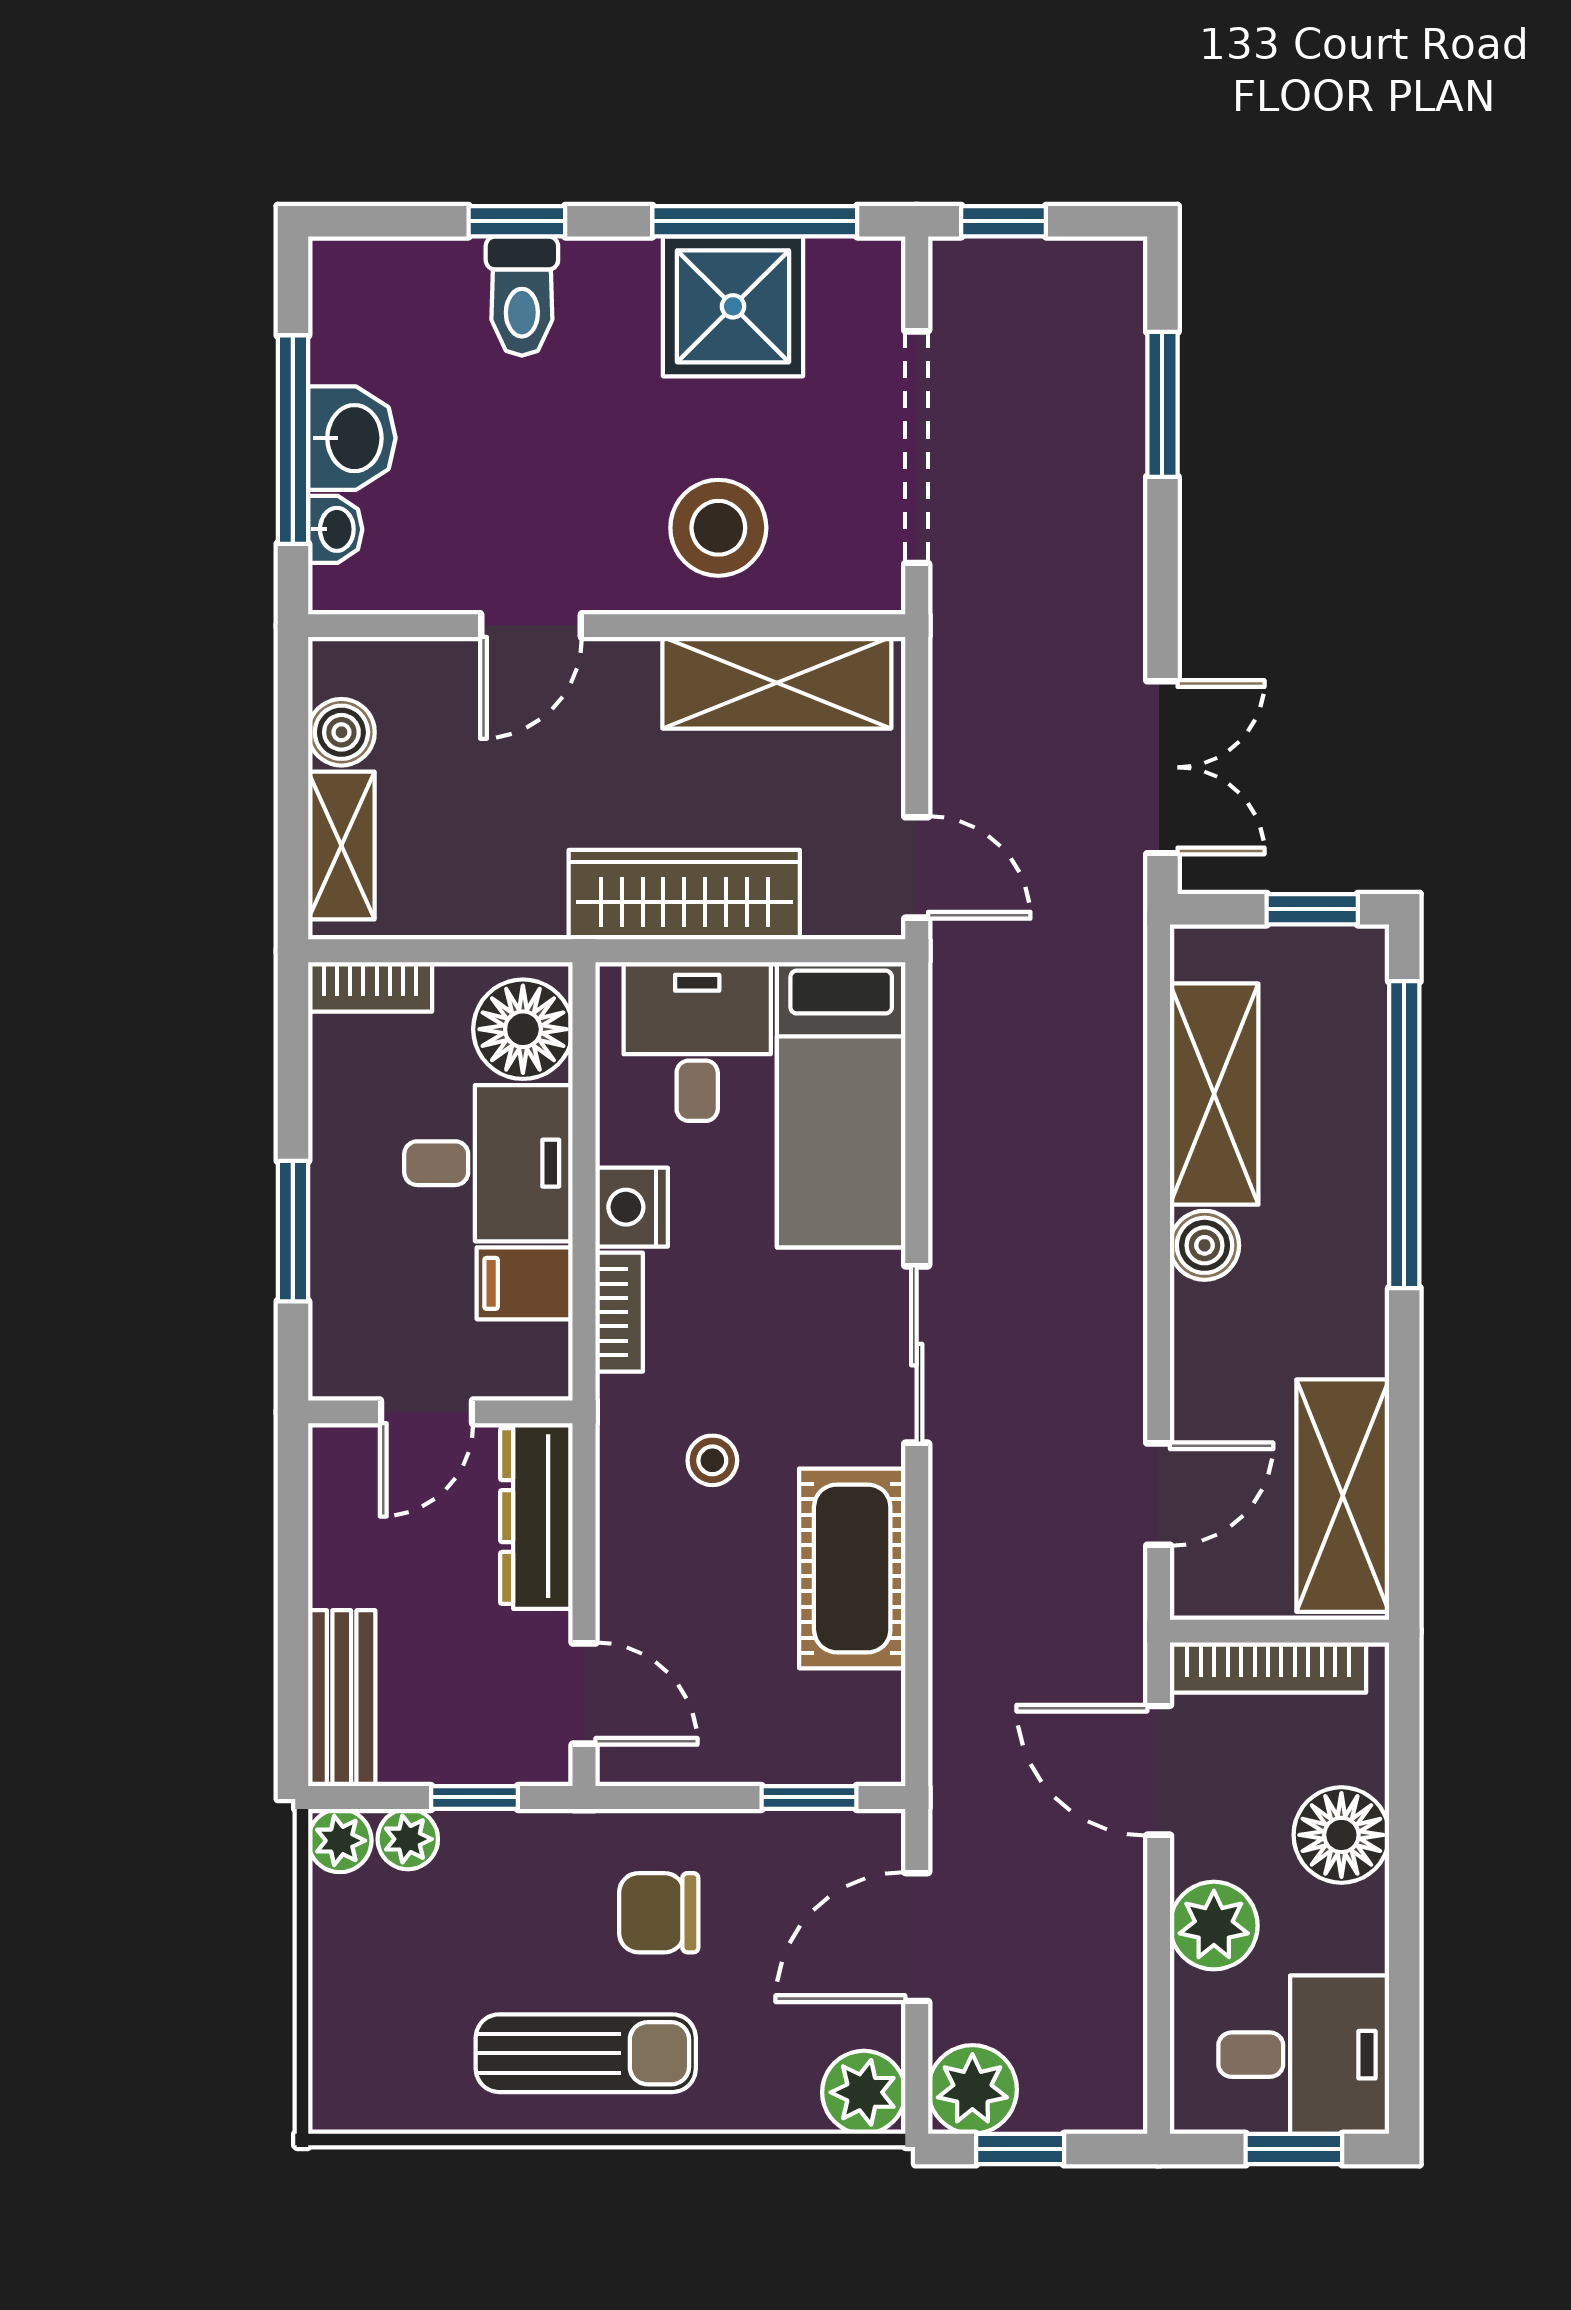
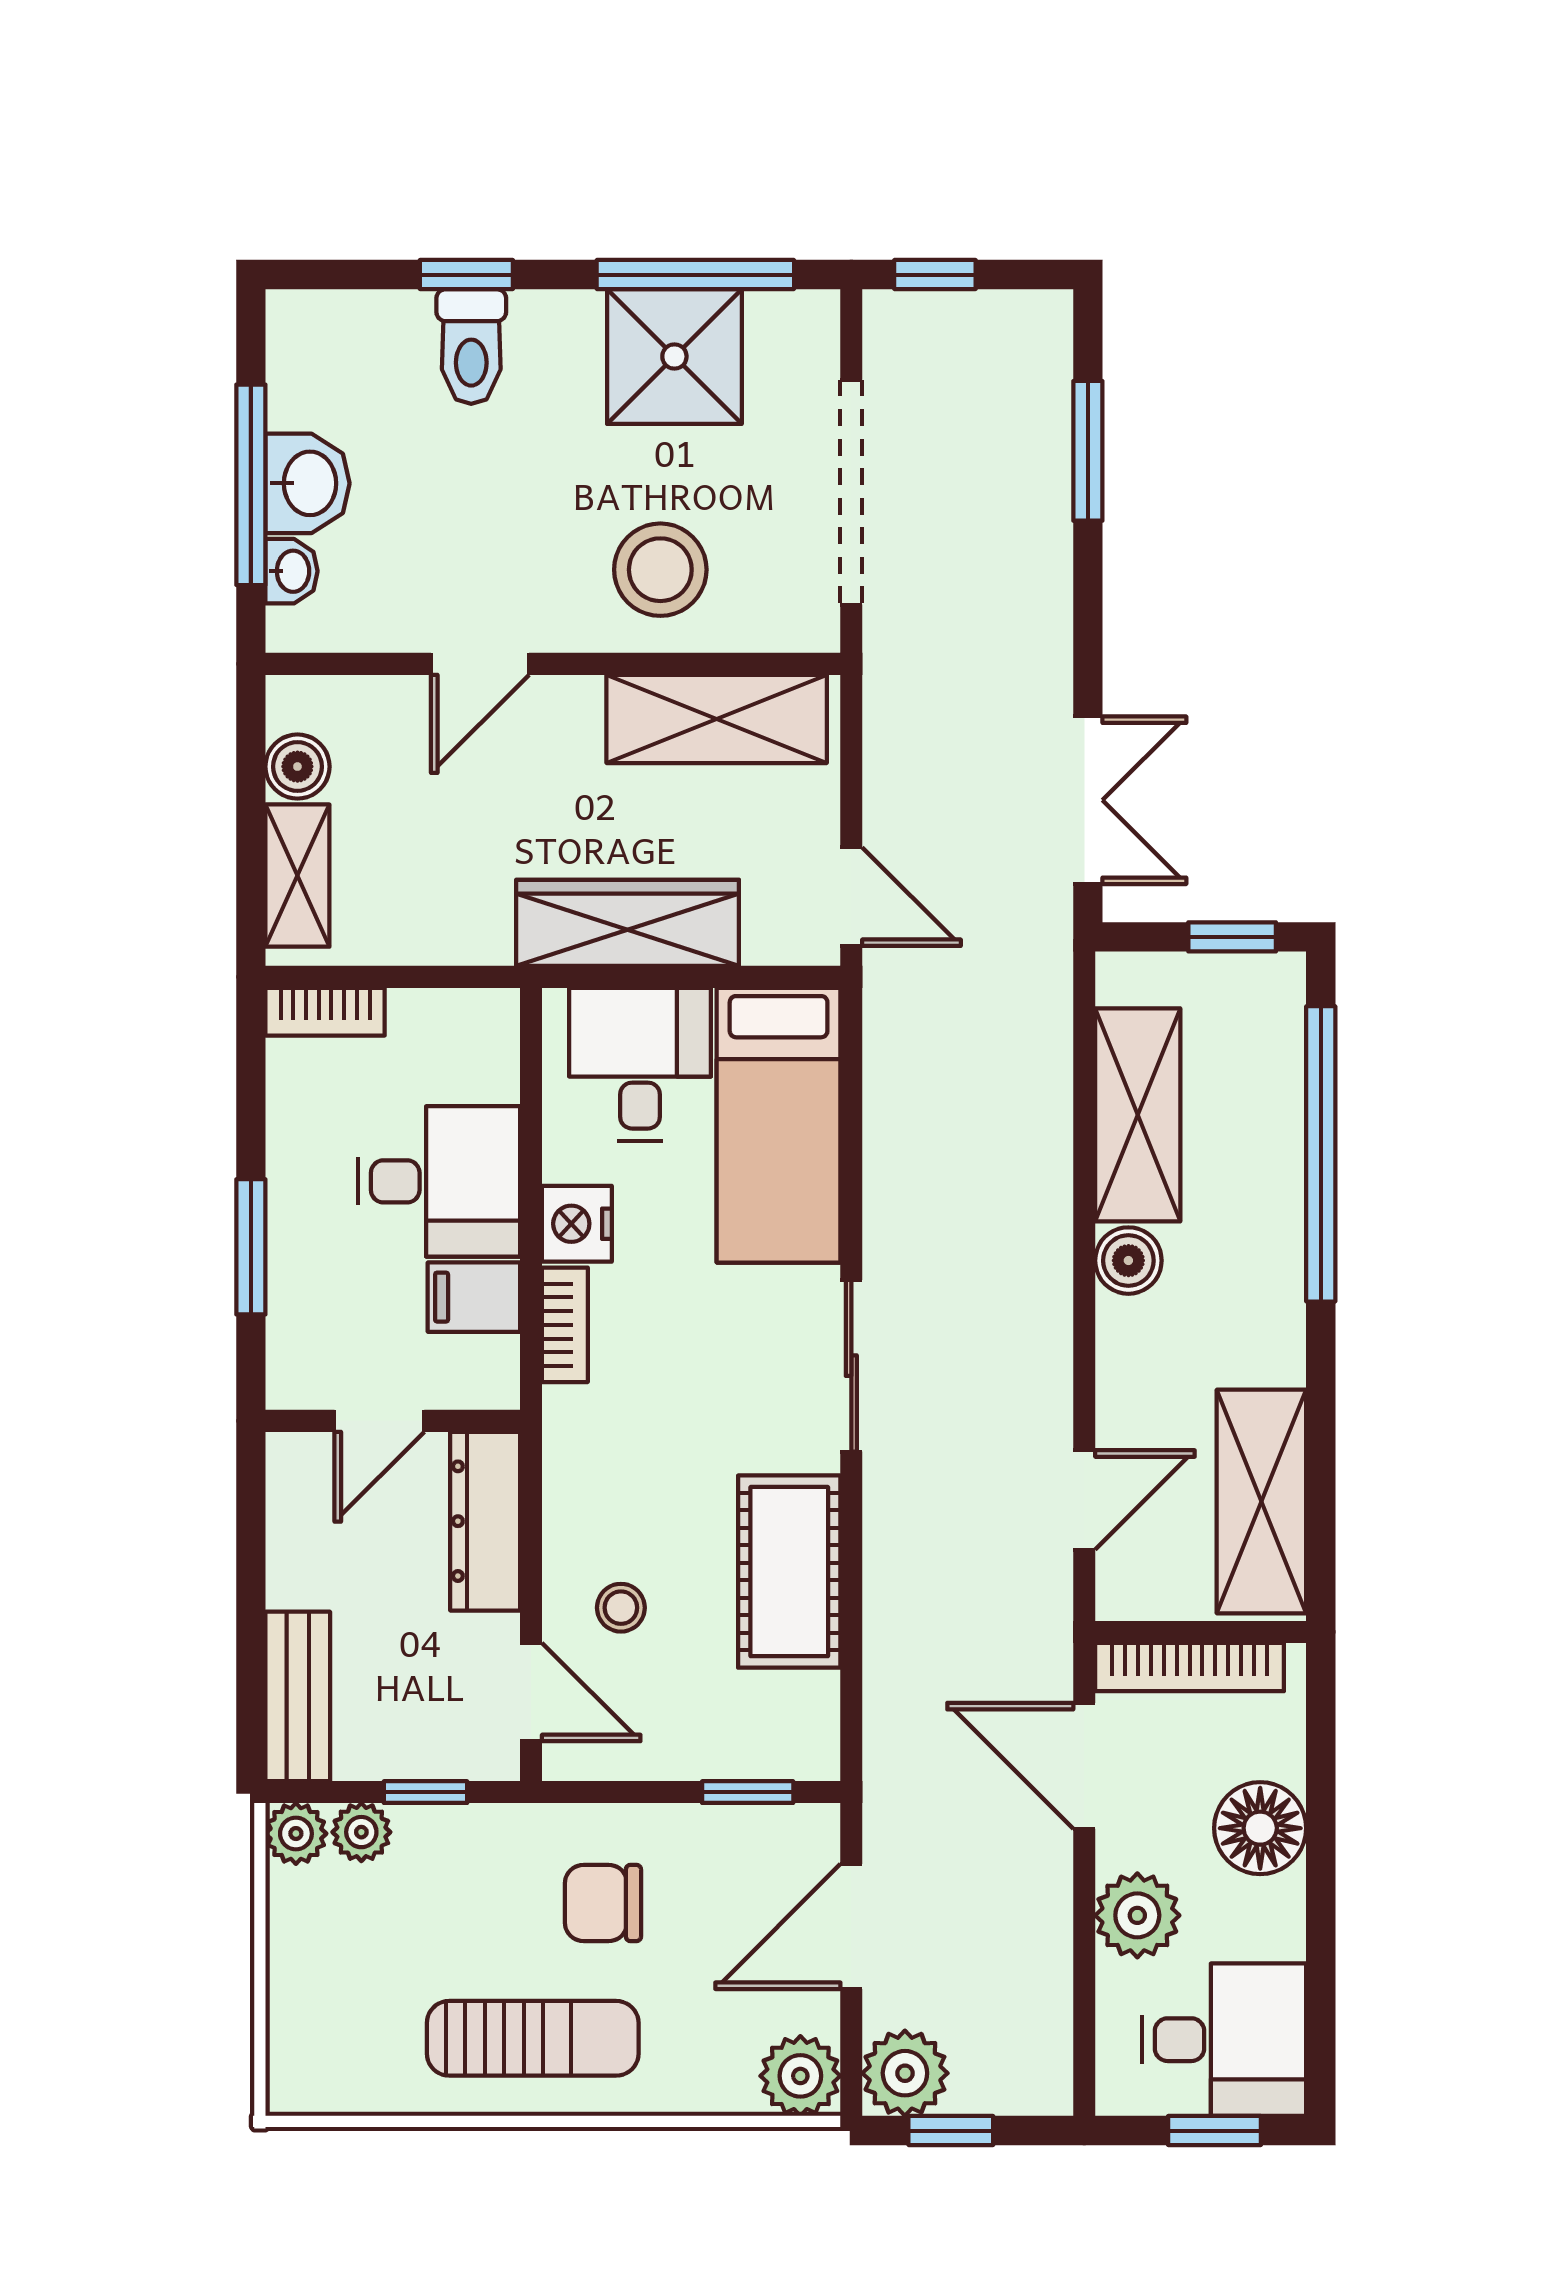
floor lamp: (523, 1029) -> (472, 1052), removed
stool: (712, 1460) -> (621, 1608), moved

